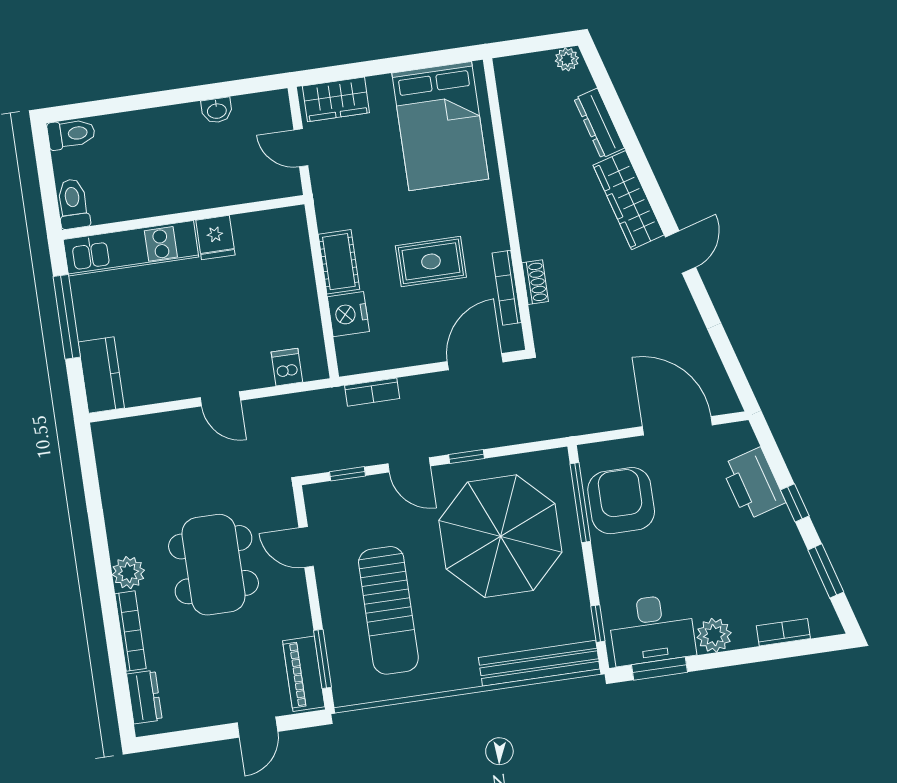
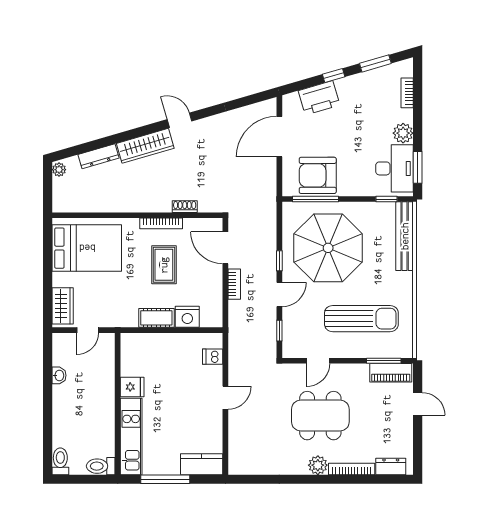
bookcase: (507, 288) -> (161, 223), moved
bookcase: (372, 392) -> (234, 284), moved

